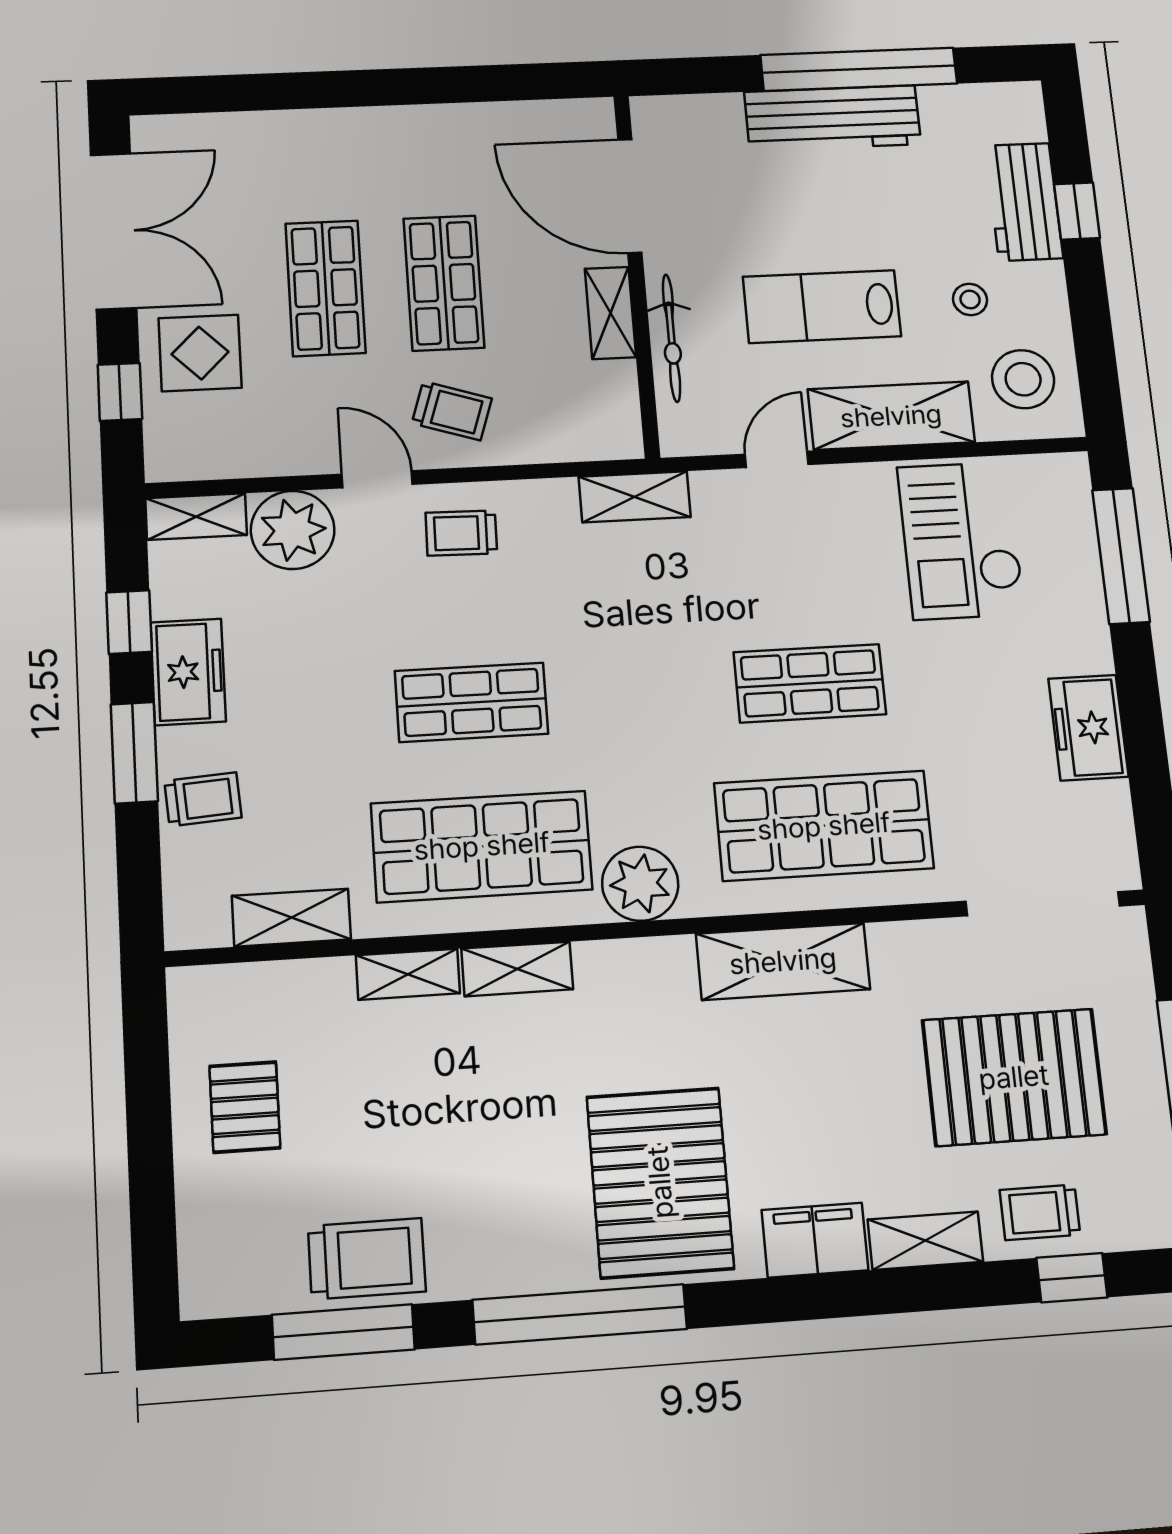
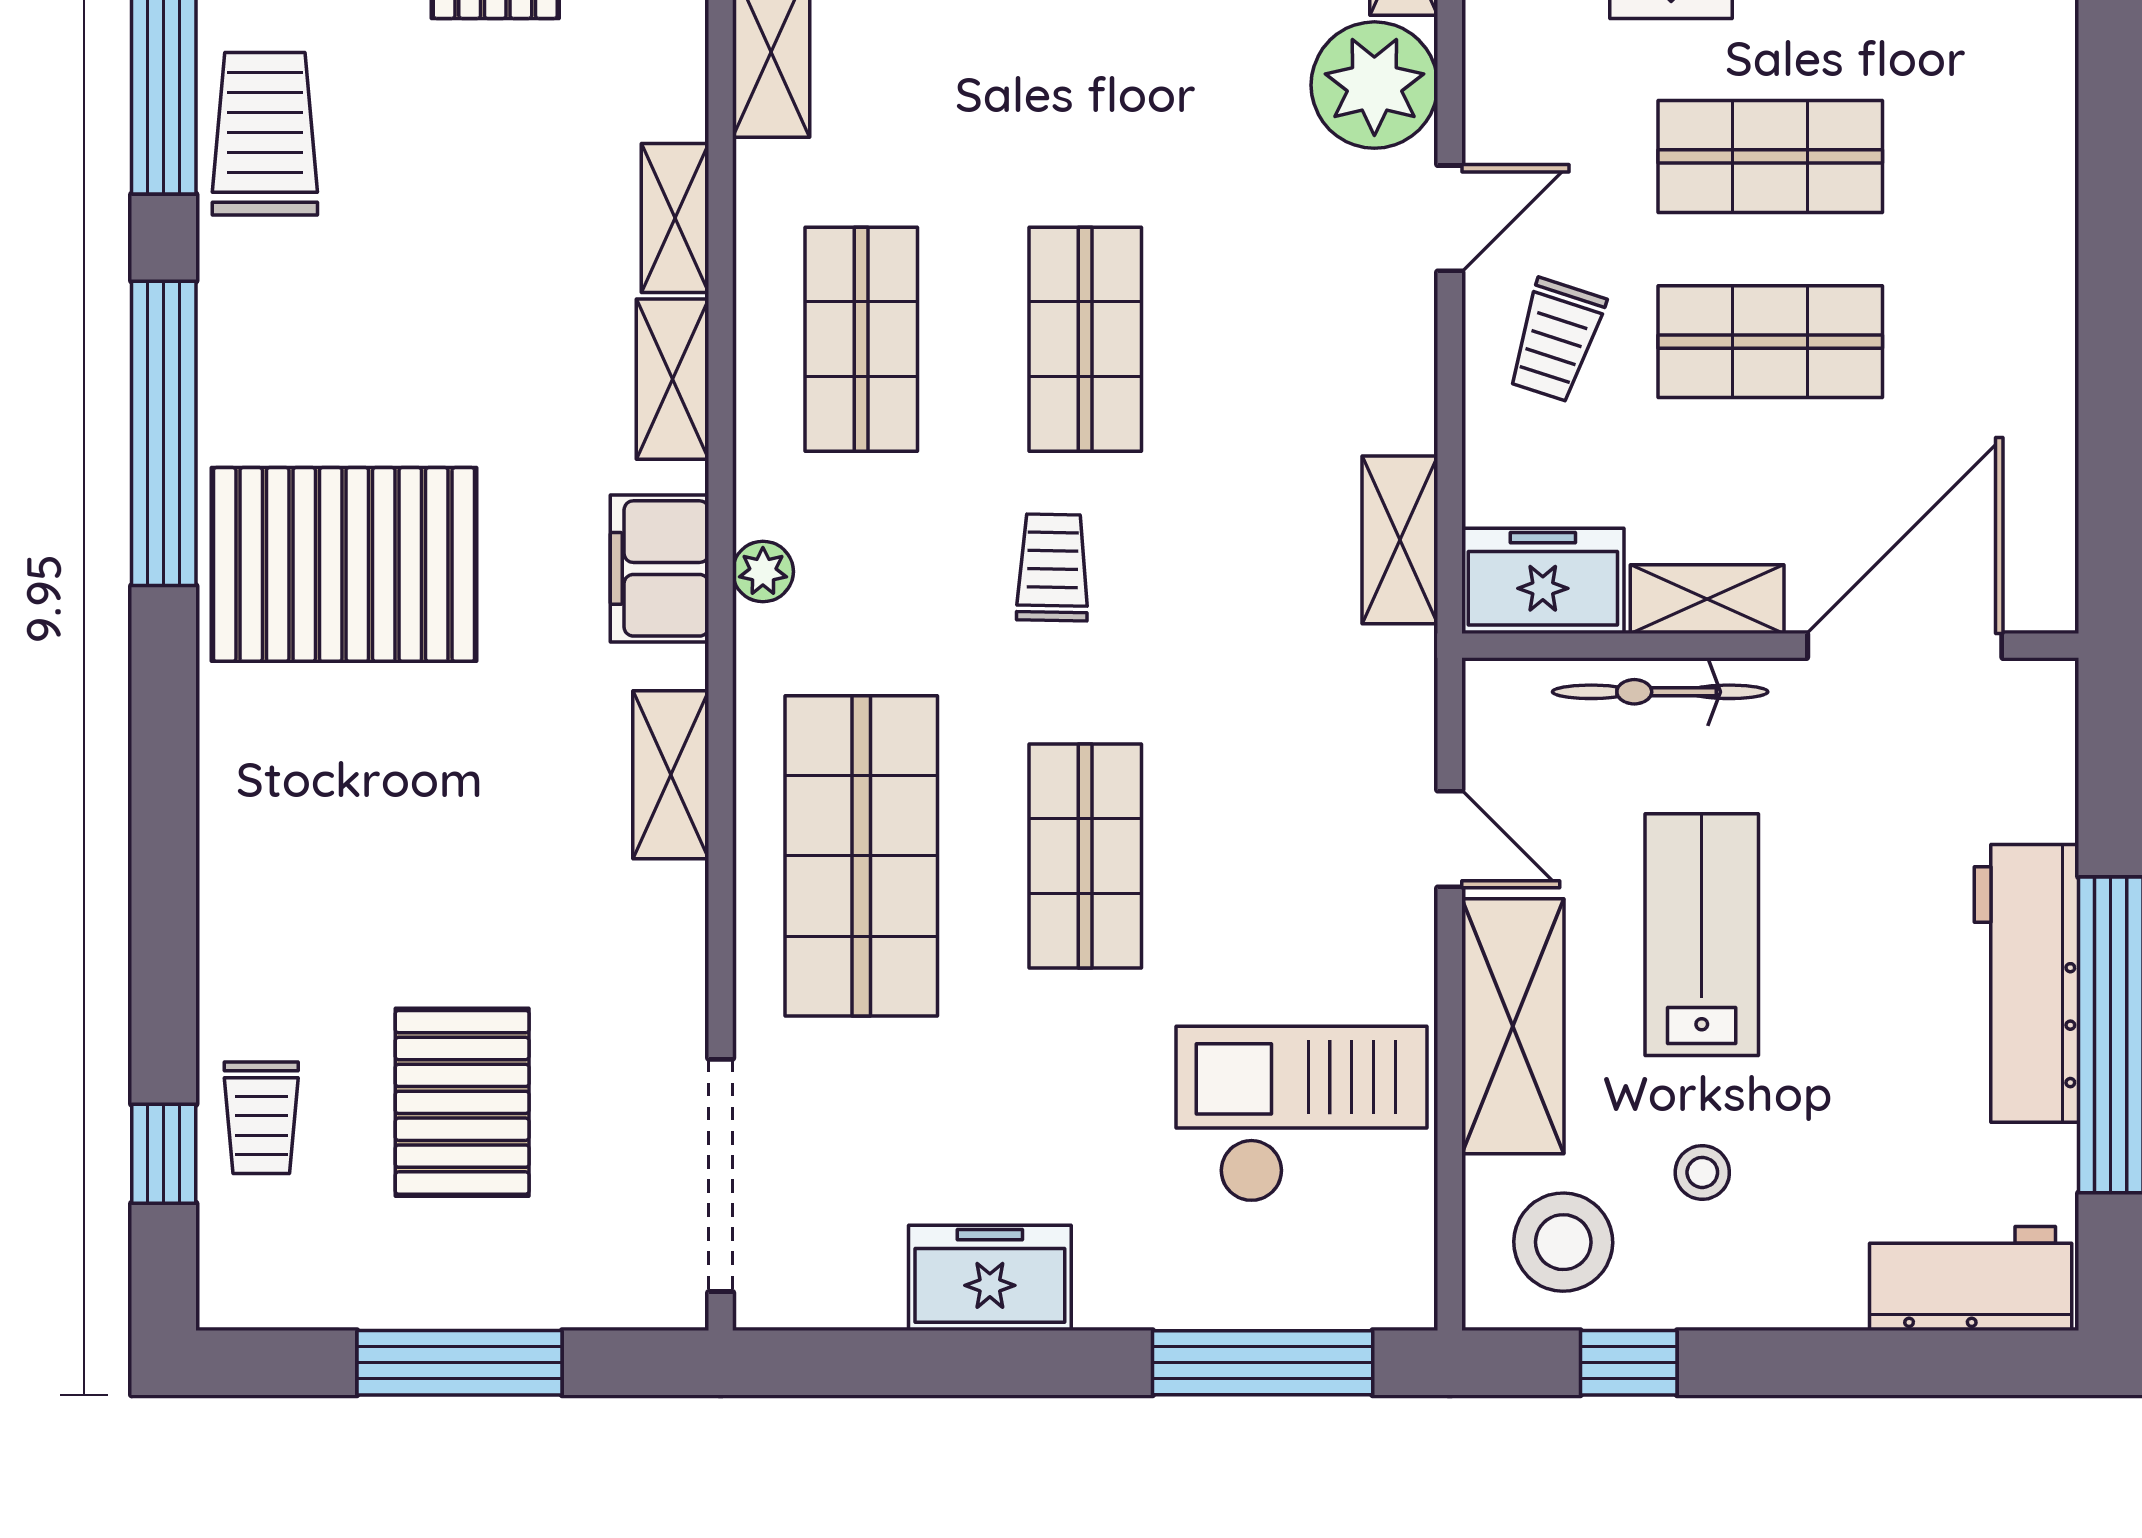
workbench: (1024, 202) -> (1971, 1279), moved
window: (1077, 211) -> (1629, 1363), moved
freezer: (607, 411) -> (1543, 581), added
shelving: (635, 497) -> (1400, 540), moved
trolley: (461, 533) -> (1053, 567), moved
shop shelf: (482, 846) -> (861, 339), width x0.70, depth x0.74
plant: (640, 884) -> (763, 572), width x0.53, depth x0.53
shelving: (783, 961) -> (671, 775), width x0.67, depth x0.75
pallet: (1014, 1077) -> (462, 1102), width x0.73, depth x0.71
trolley: (1040, 1212) -> (261, 1118), turned 180
filing cabinet: (815, 1240) -> (660, 568), moved, turned 180
shelving: (925, 1241) -> (232, 944), removed
trolley: (367, 1259) -> (265, 134), turned 180

